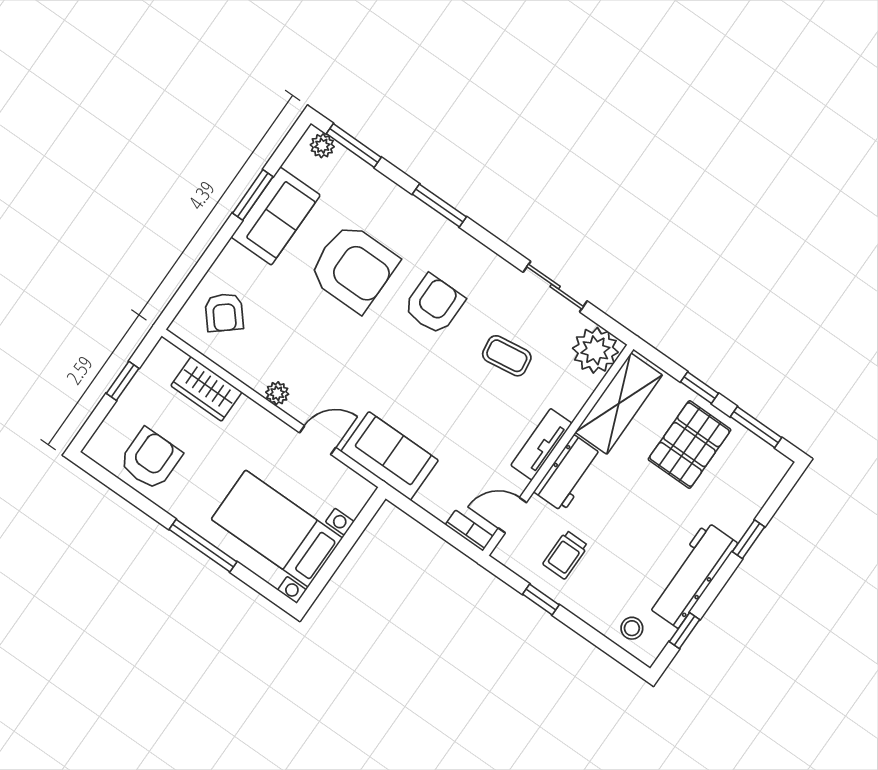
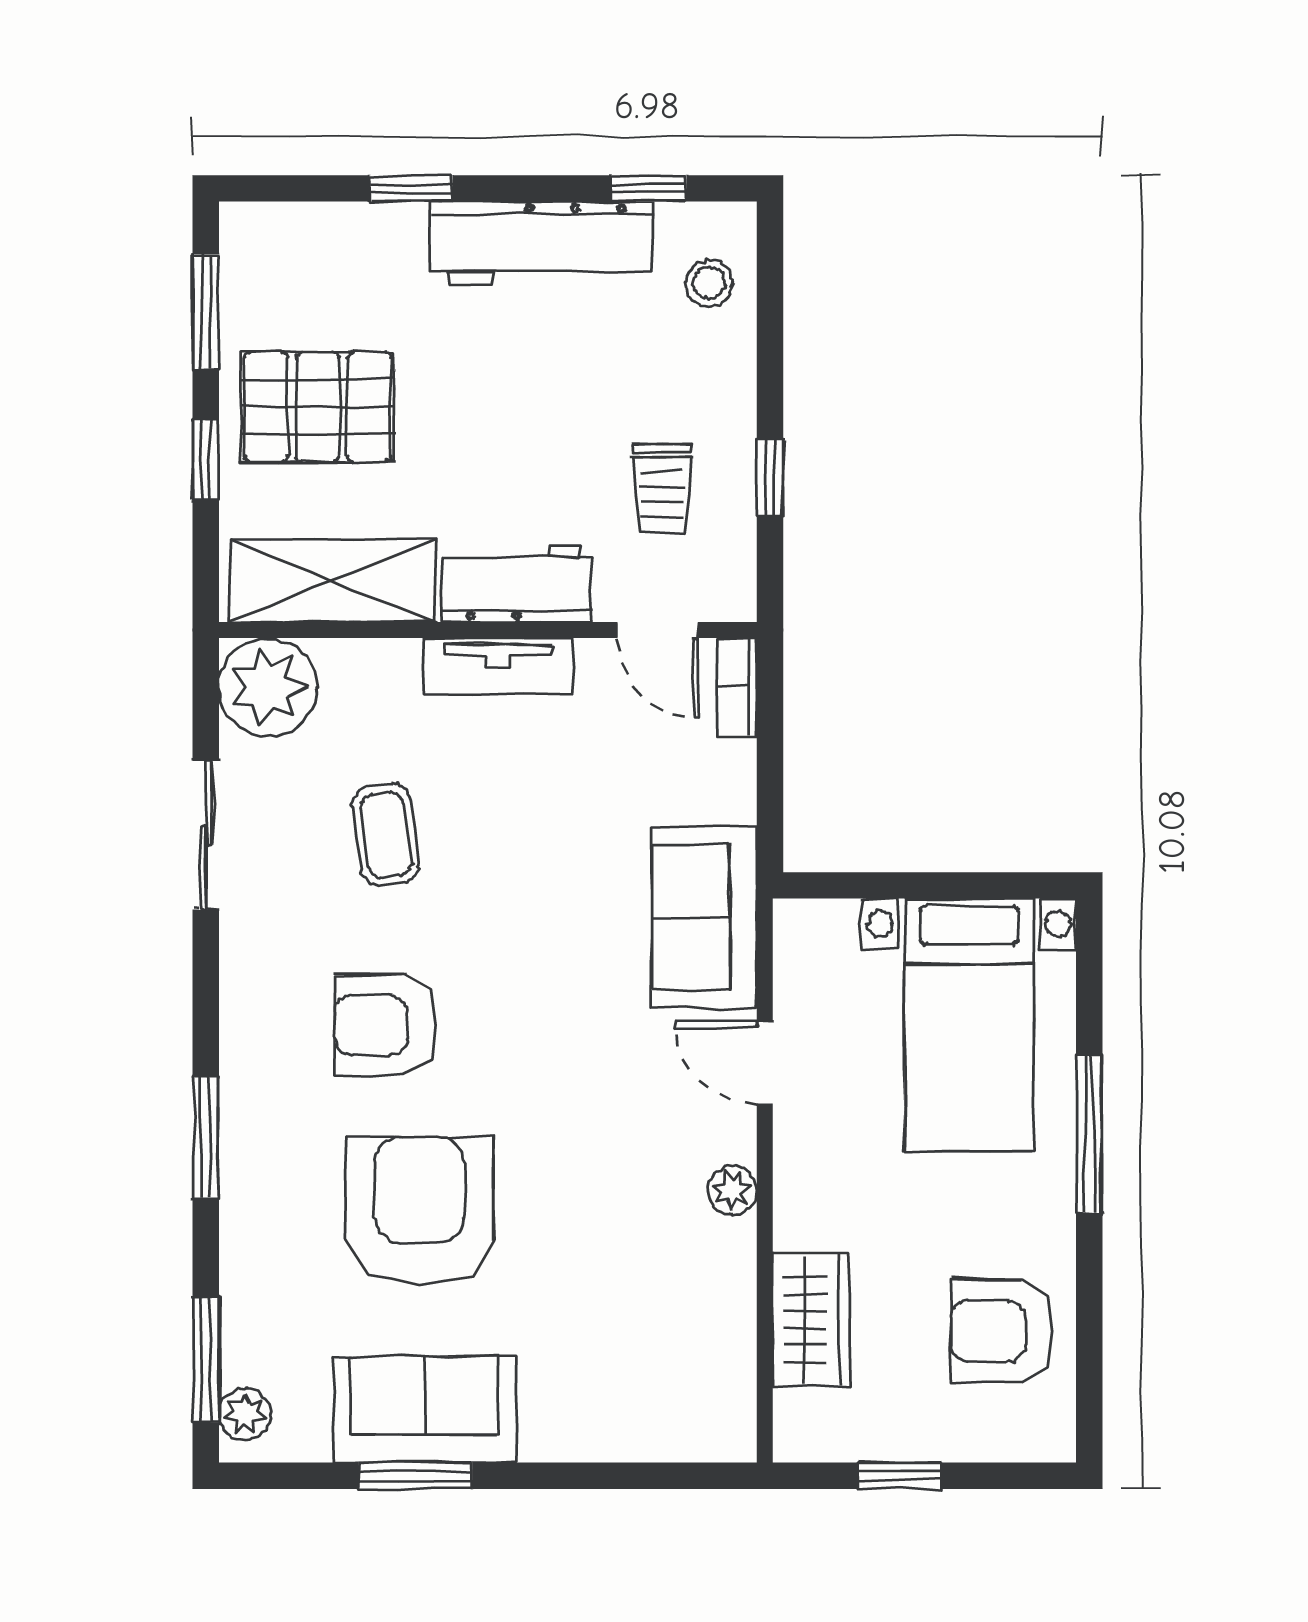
armchair: (224, 312) -> (656, 1382), removed
trolley: (565, 555) -> (662, 489), turned 90

